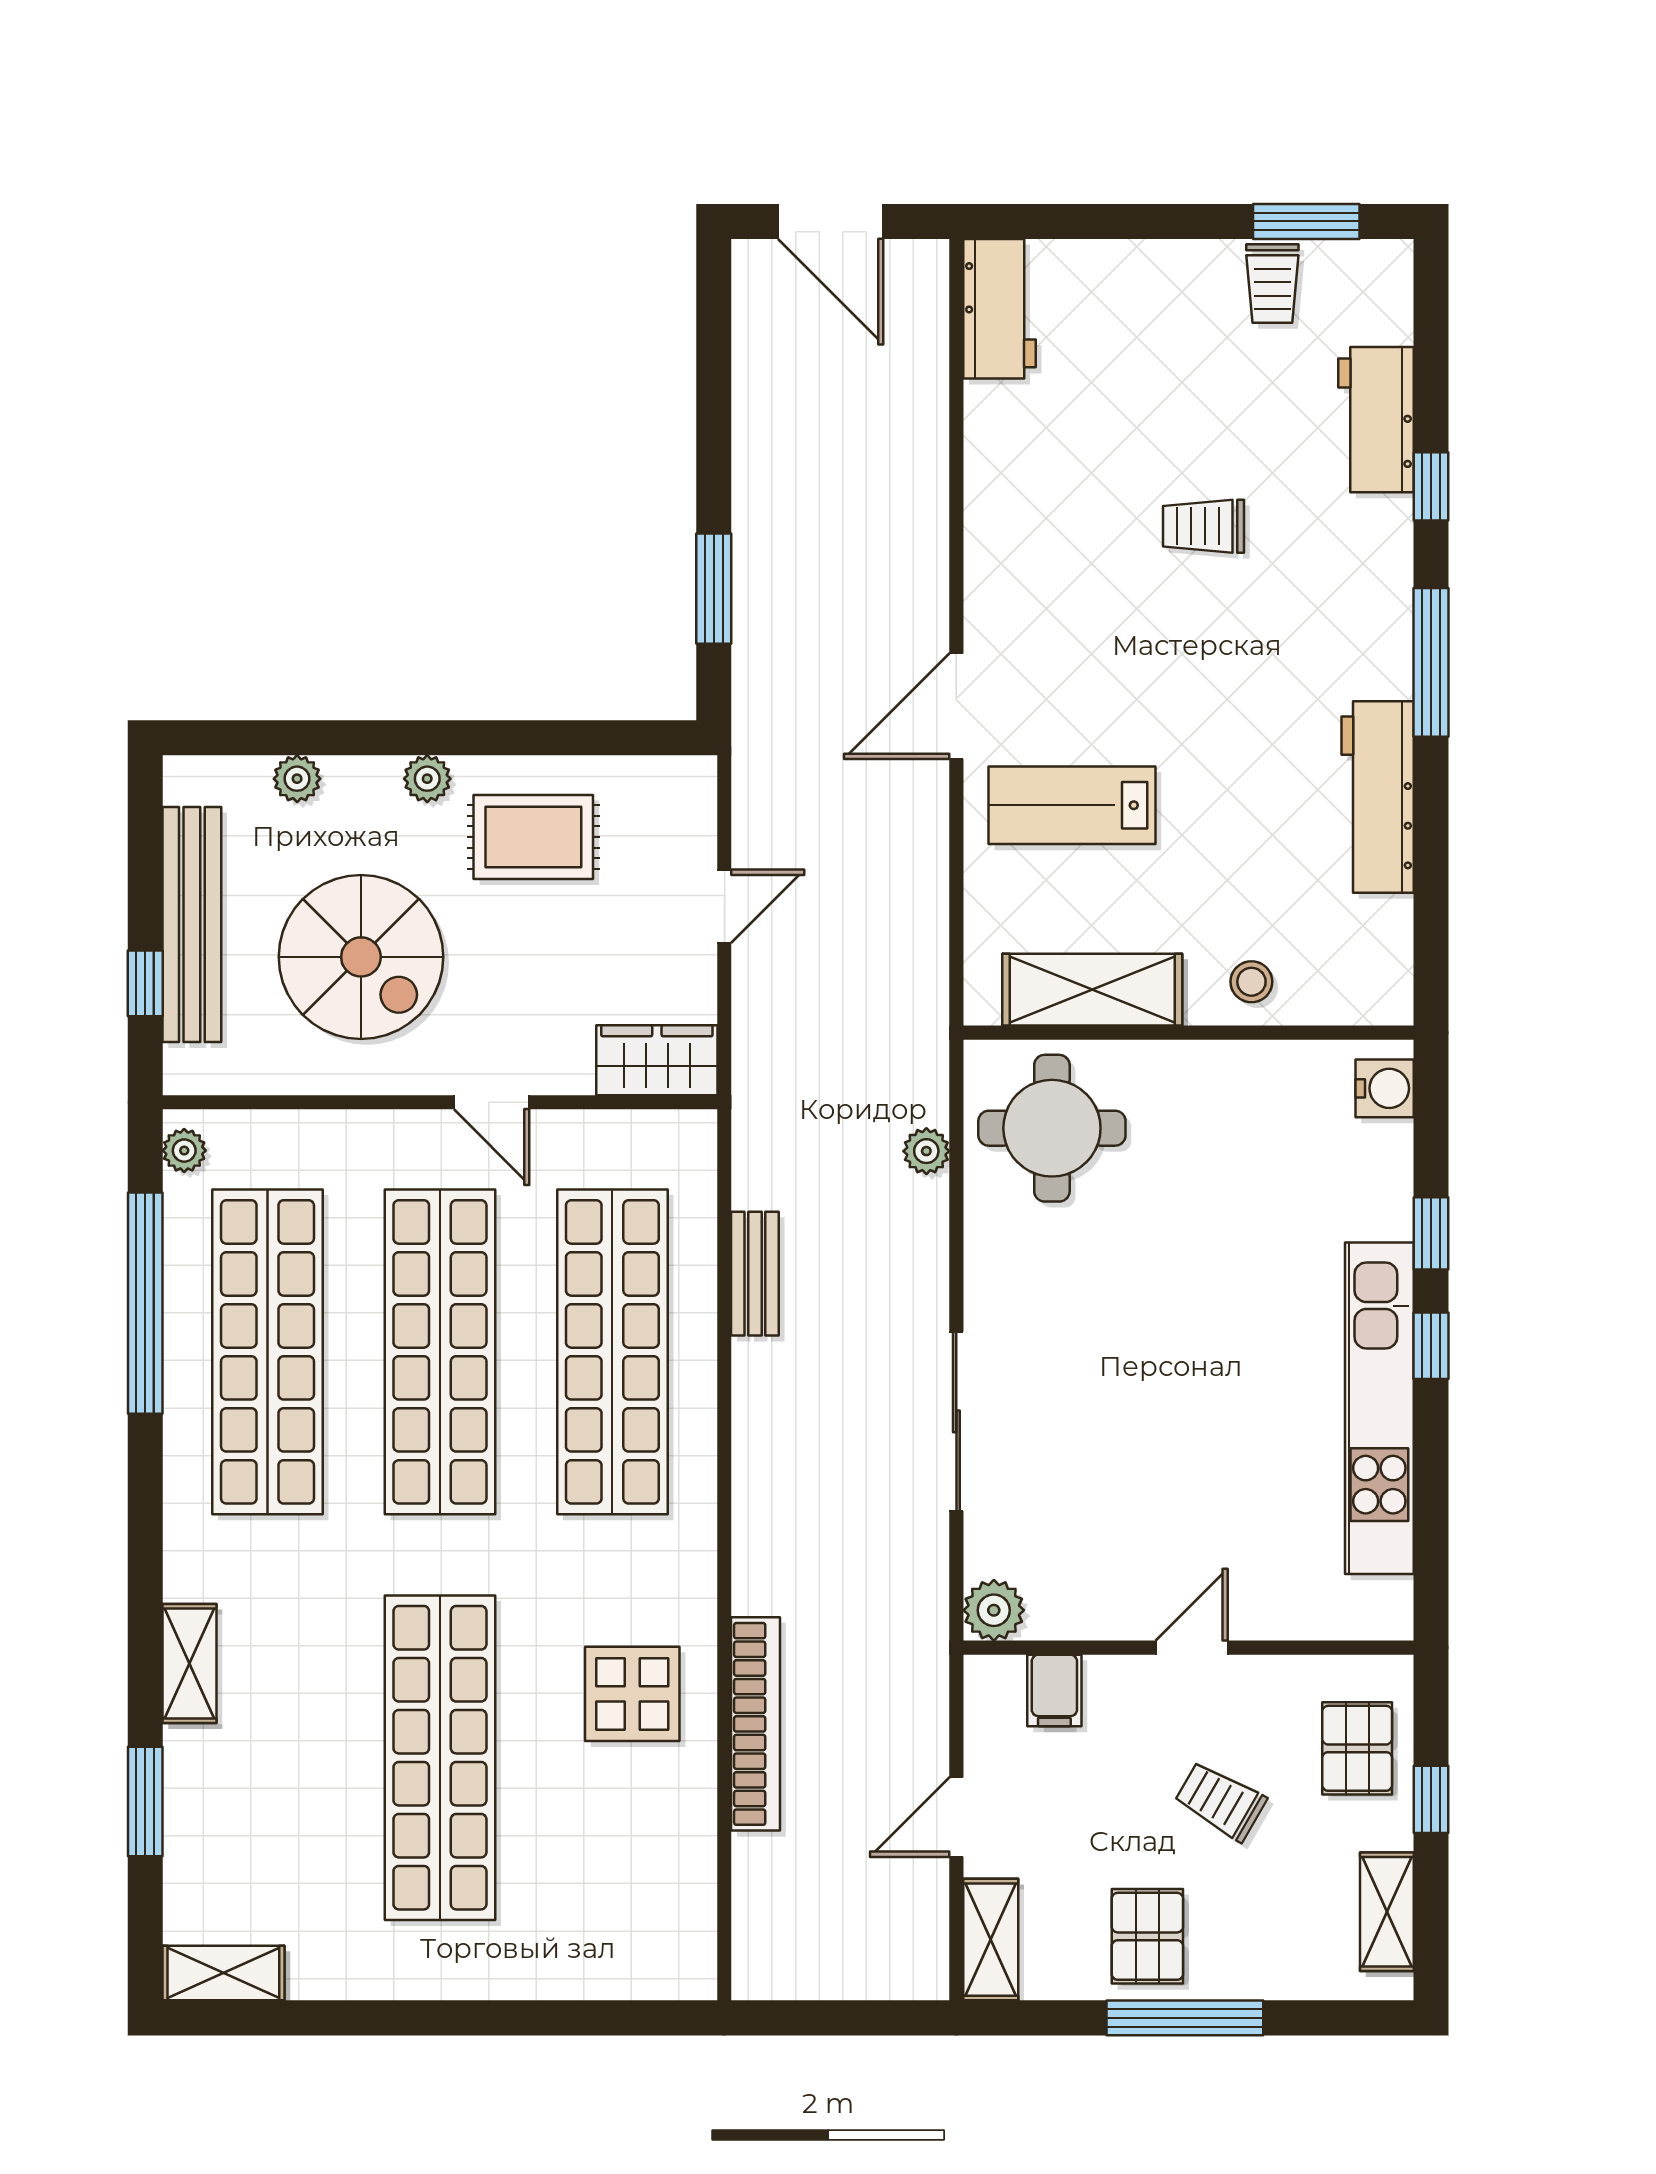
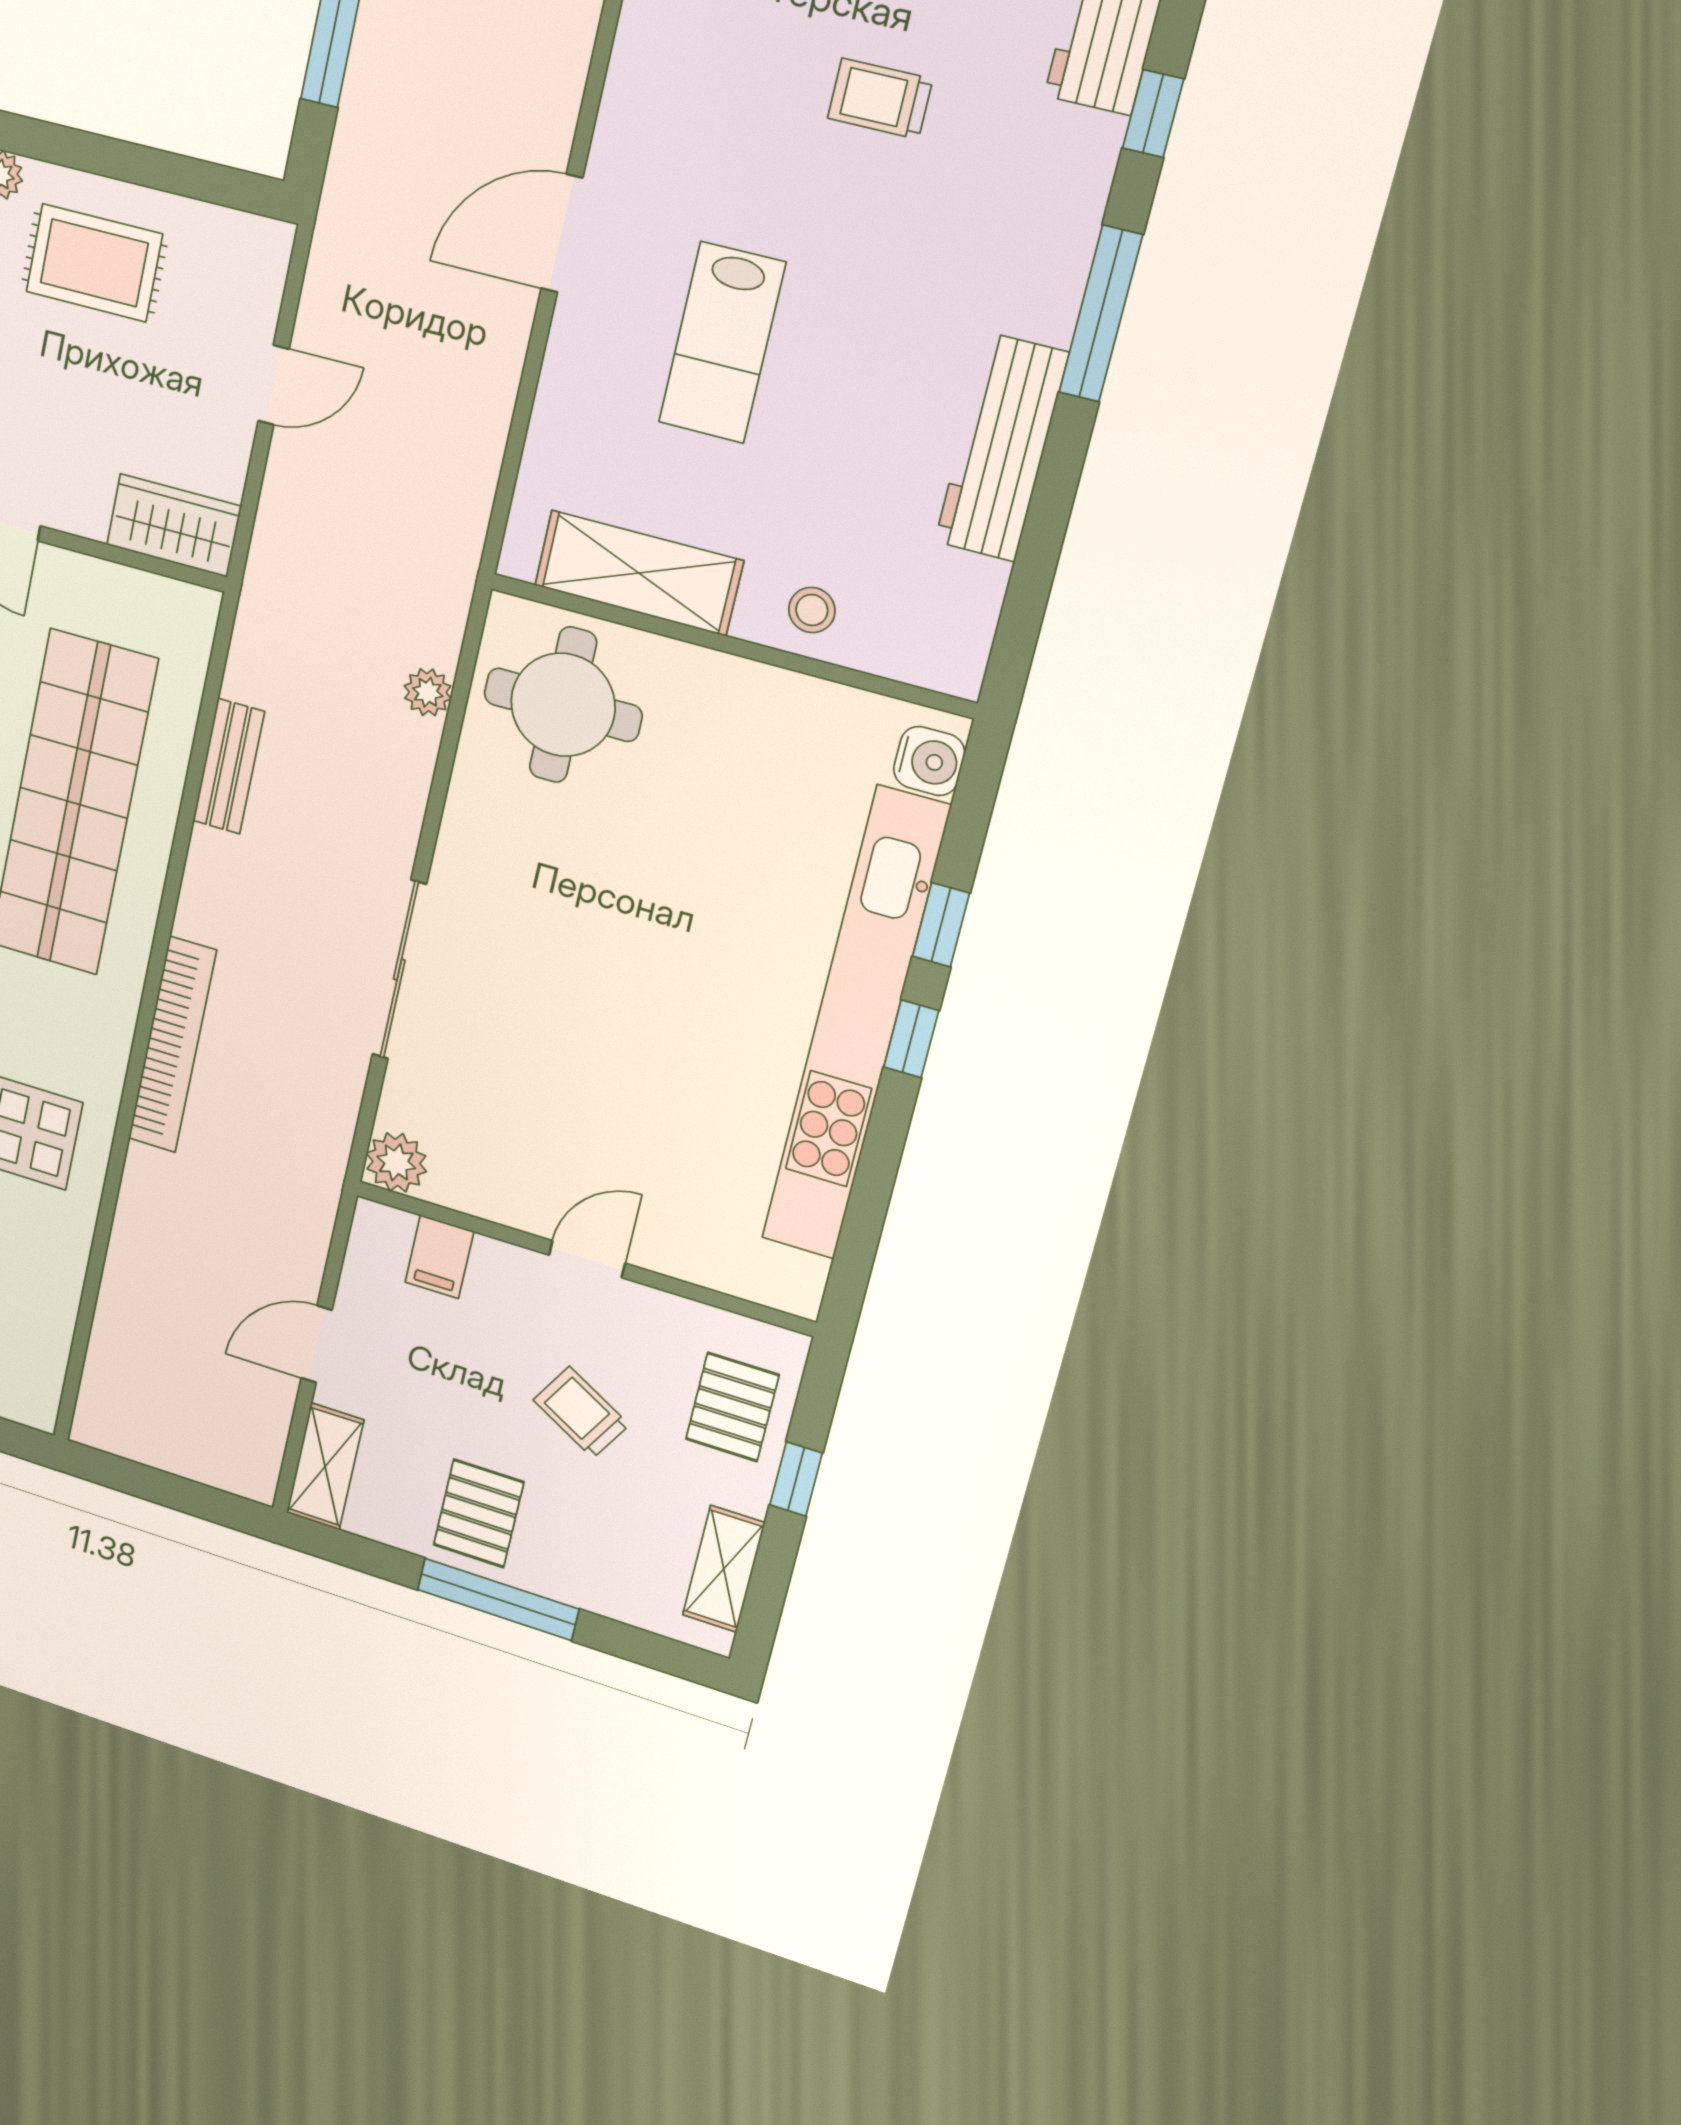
lab bench: (1072, 805) -> (722, 343), moved, turned -90
kitchen unit: (1379, 1408) -> (855, 1025), width x1.36
bookcase: (755, 1724) -> (172, 1045), moved

